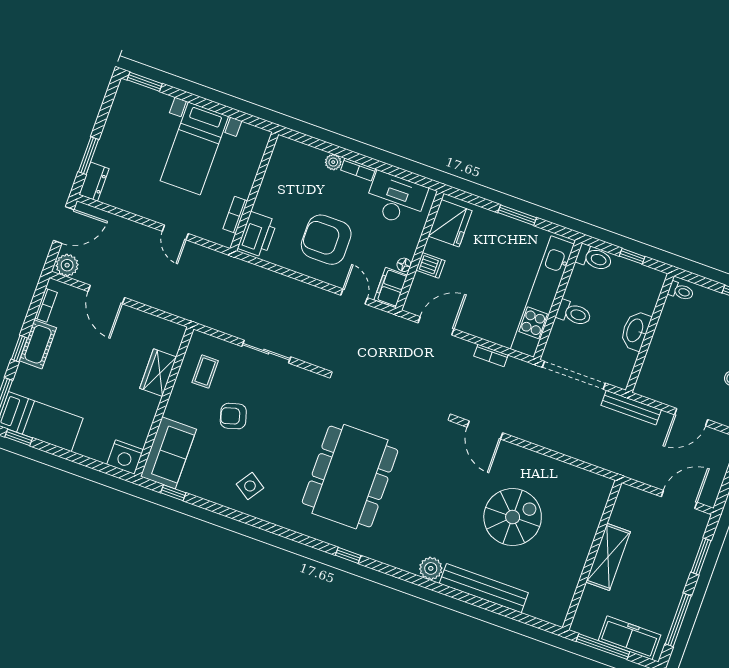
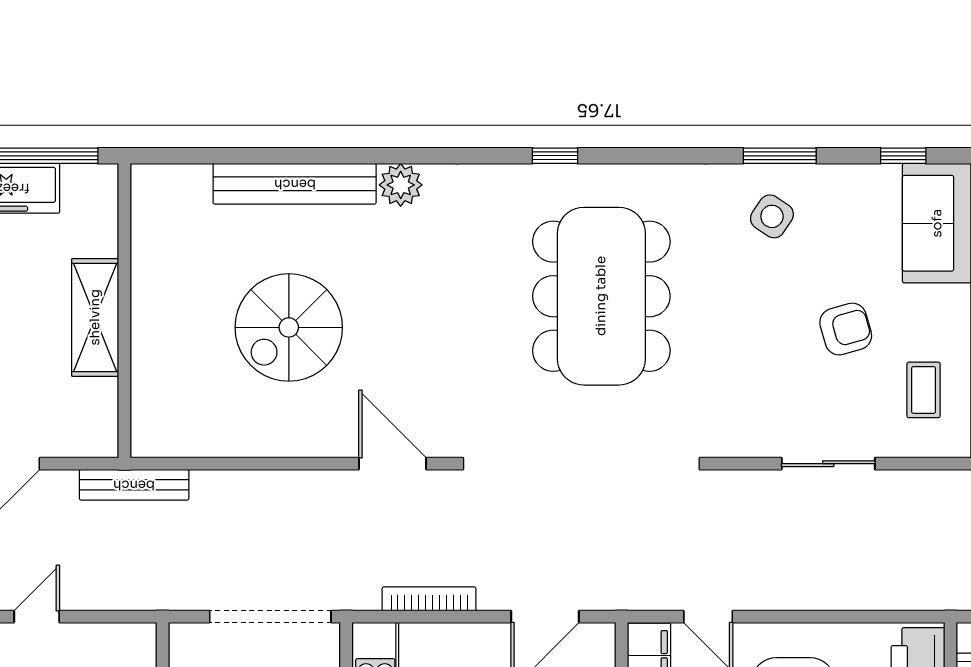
bookcase: (491, 356) -> (429, 599), width x1.56
bench: (631, 408) -> (134, 485), moved
door: (691, 417) -> (37, 617), width x0.73
window: (235, 515) -> (780, 156), added

